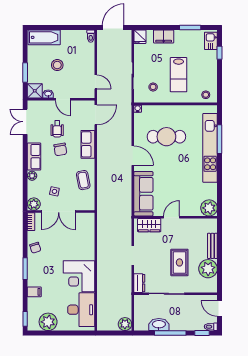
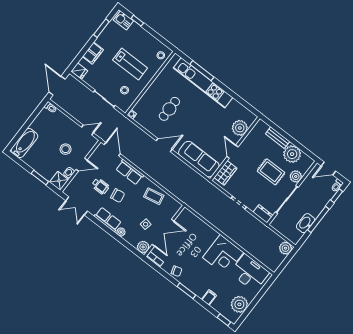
stool: (57, 65) -> (66, 149), moved
cafe table: (166, 137) -> (169, 109), width x0.73, depth x0.74
plant: (209, 208) -> (240, 128), moved
plant: (192, 286) -> (296, 176), added

